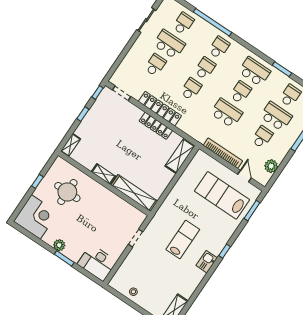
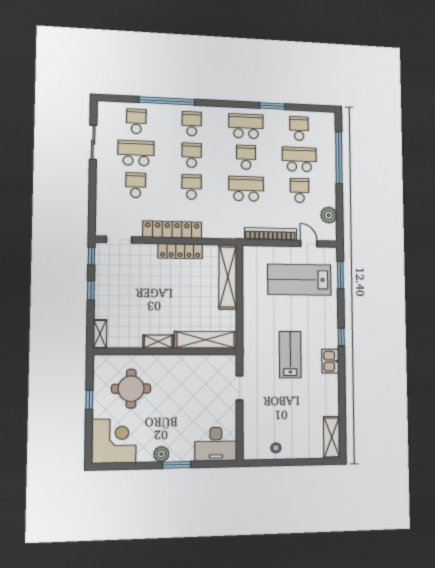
shelving: (180, 156) -> (228, 277), width x1.47

